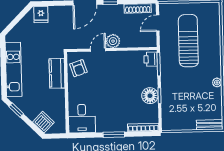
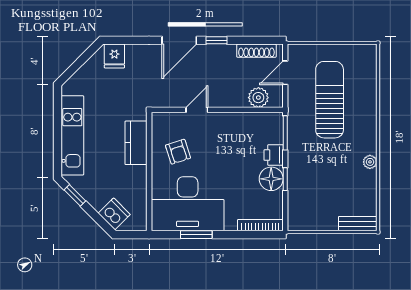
plant: (113, 41) -> (258, 98), moved
printer: (151, 59) -> (274, 155), moved
armchair: (78, 68) -> (178, 152), moved
desk: (82, 119) -> (188, 204), width x1.87, depth x1.30
window: (114, 135) -> (196, 235), moved

